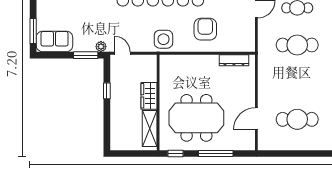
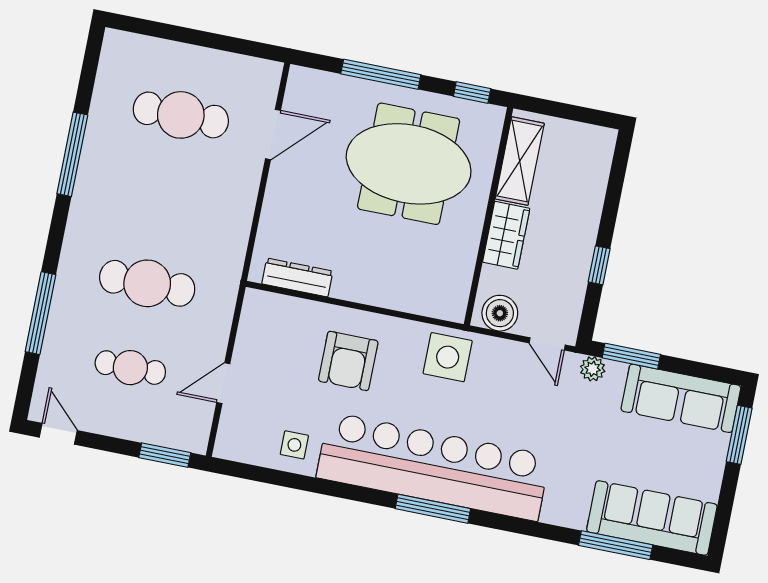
sofa: (54, 41) -> (681, 398), width x1.36
boiler: (145, 62) -> (500, 313), added

